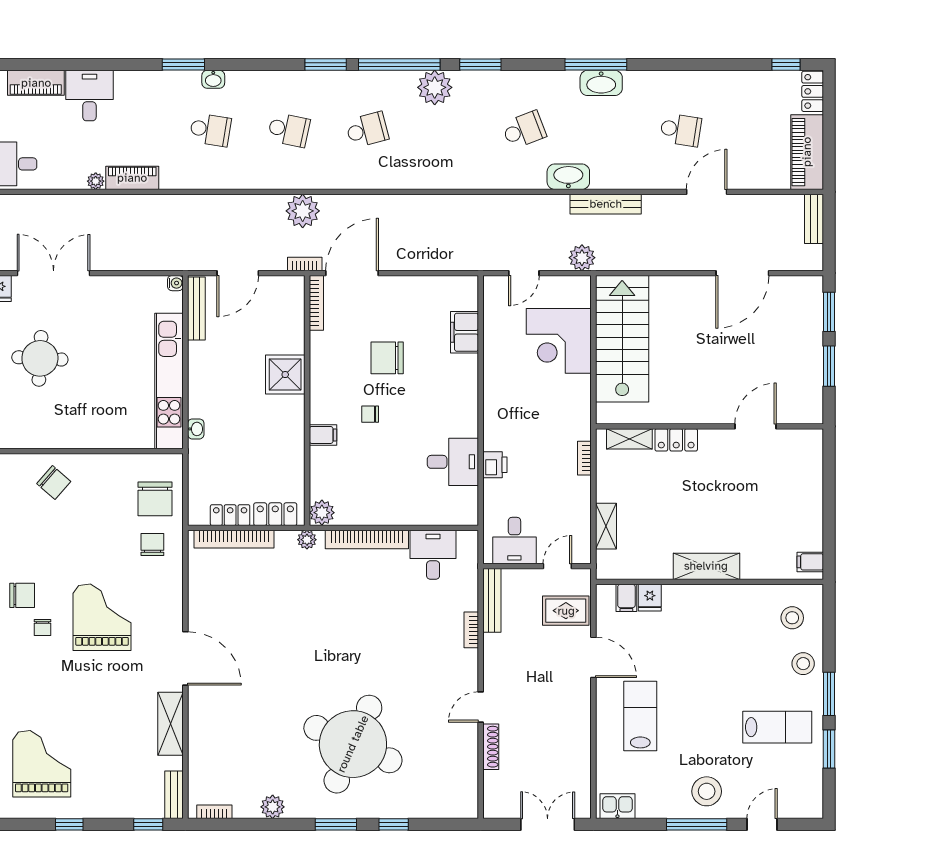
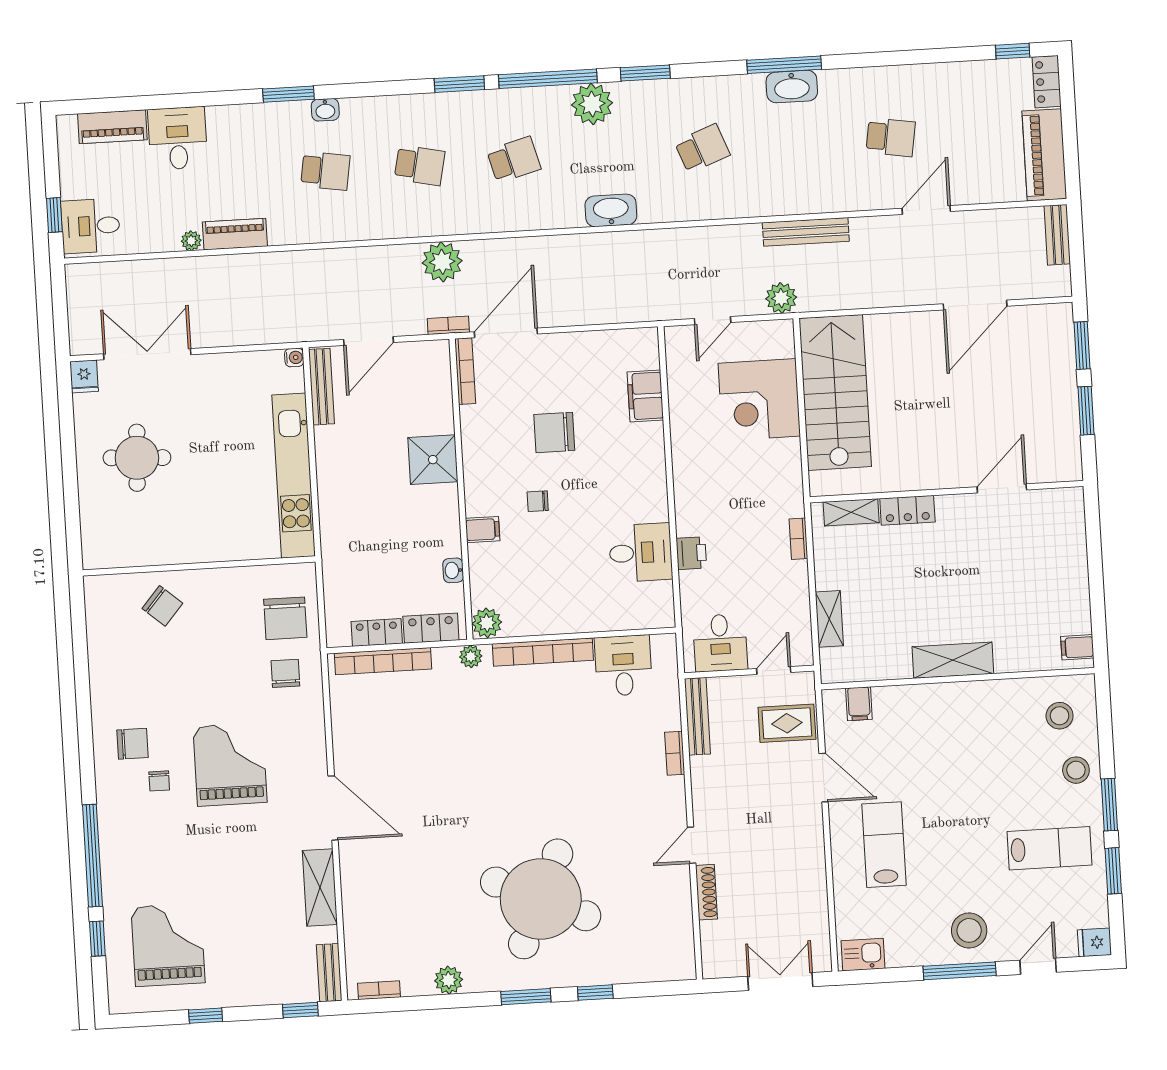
washbasin: (568, 177) -> (611, 210), moved
washbasin: (196, 429) -> (453, 570), moved, turned 180
fridge: (650, 598) -> (1094, 942), moved, turned 90

